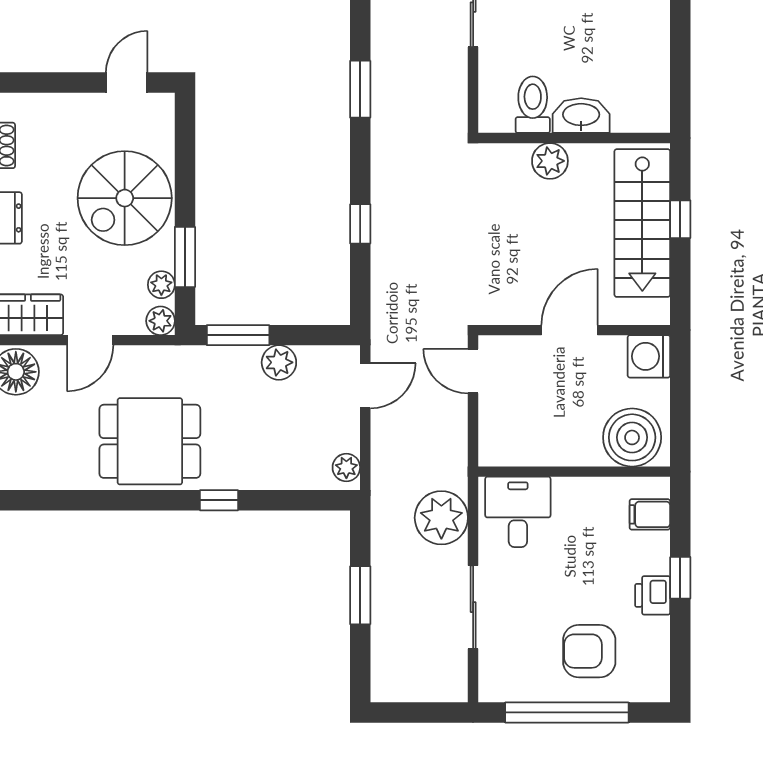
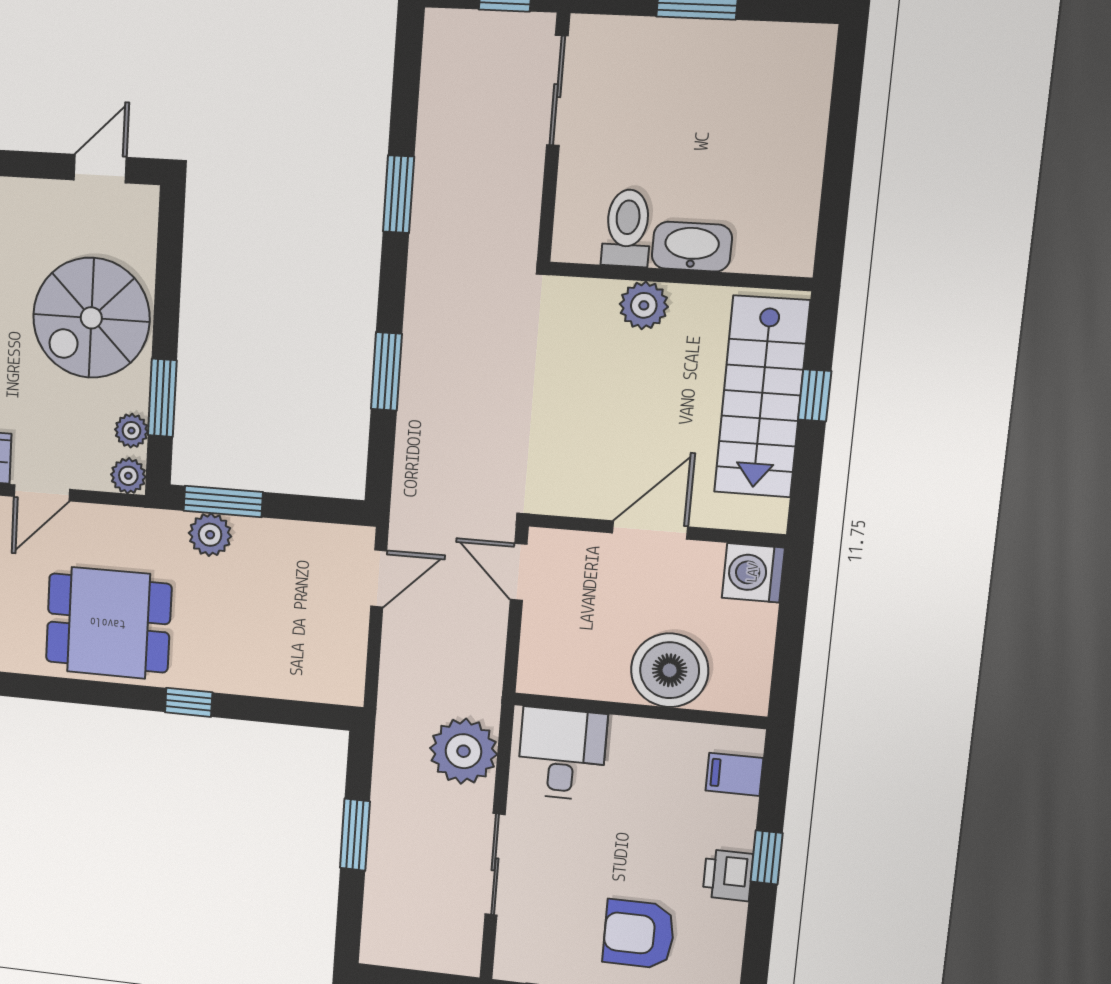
window: (360, 224) -> (386, 371), width x1.50
plant: (279, 362) -> (210, 535), moved
boiler: (632, 437) -> (670, 670), moved
plant: (346, 467) -> (348, 678), removed

